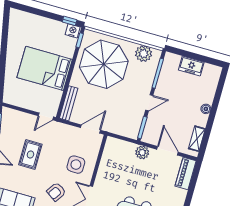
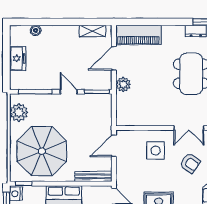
boiler: (206, 109) -> (36, 30), moved
door: (91, 129) -> (114, 146), hinge flipped
piano: (186, 173) -> (138, 35), width x1.37, depth x1.33

